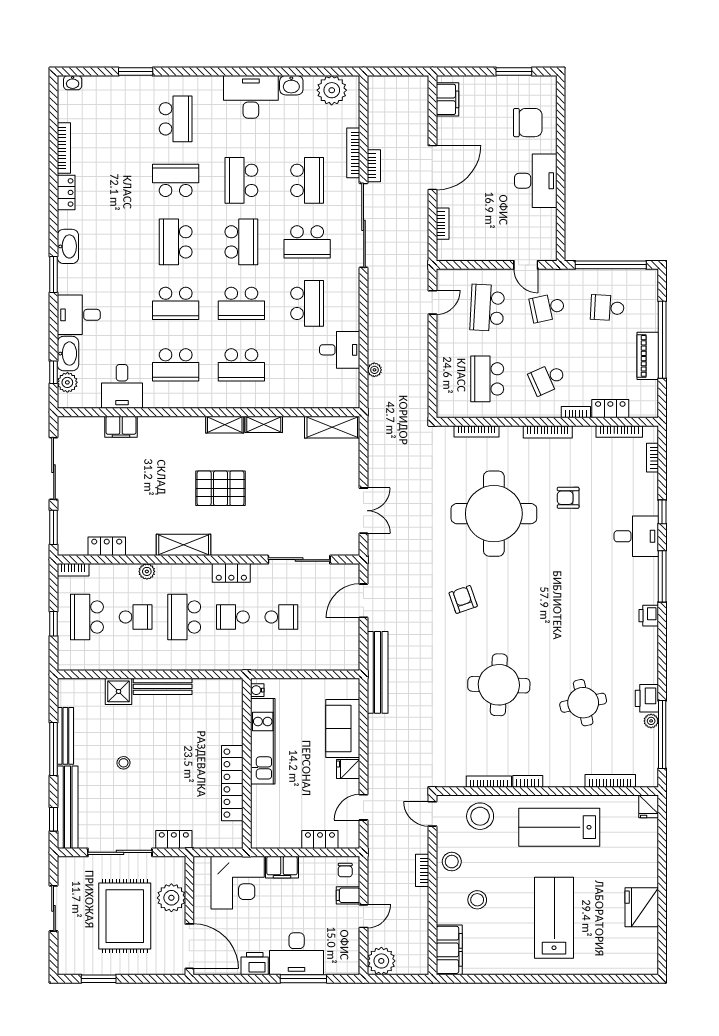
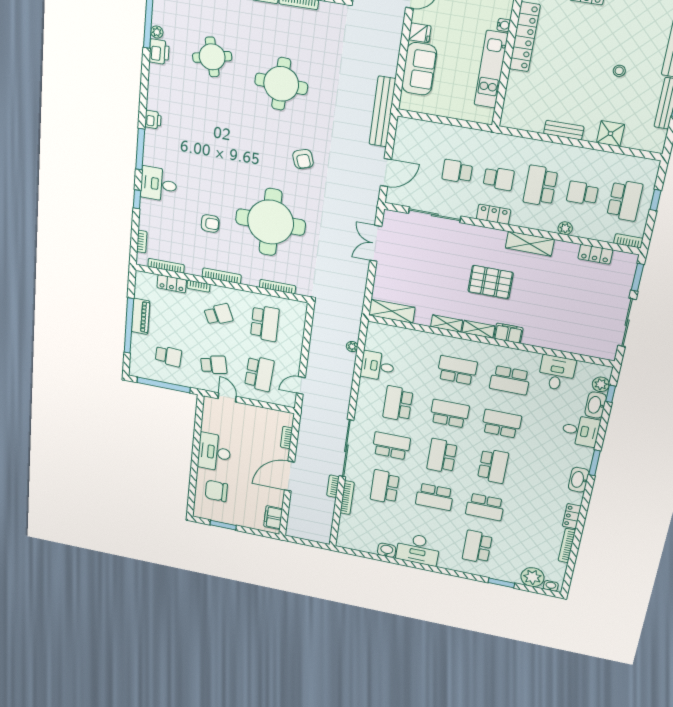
plant: (332, 90) -> (532, 577), moved
school desk: (241, 180) -> (435, 497), turned 90
school desk: (176, 365) -> (510, 380), turned 180
filing cabinet: (121, 427) -> (508, 333), moved
school desk: (184, 617) -> (540, 186), turned 180
bench: (163, 686) -> (564, 130), width x0.73
water cooler: (257, 690) -> (504, 25), moved

